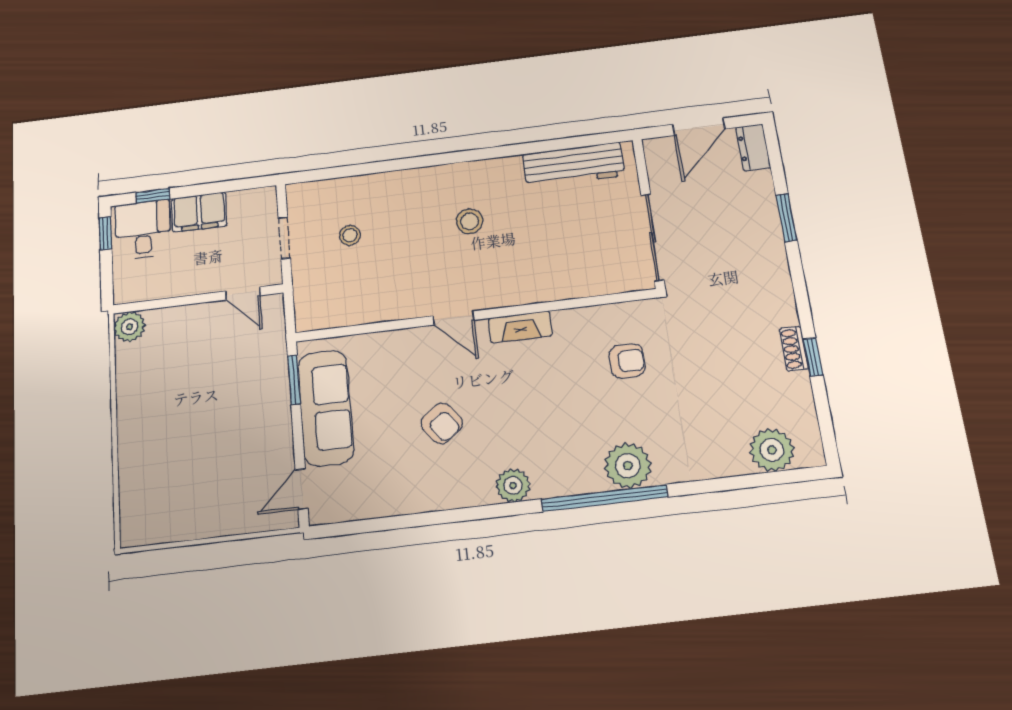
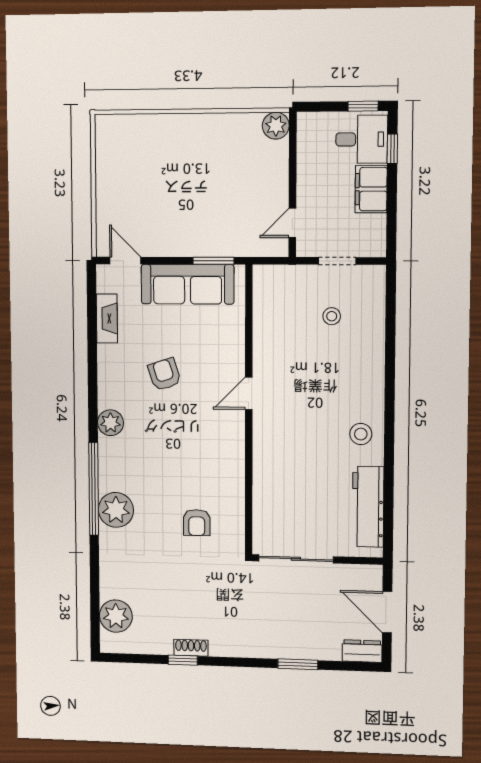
stool: (470, 221) -> (361, 434), moved
fireplace: (520, 327) -> (107, 318), moved, turned 180
armchair: (442, 423) -> (164, 374), turned 109

